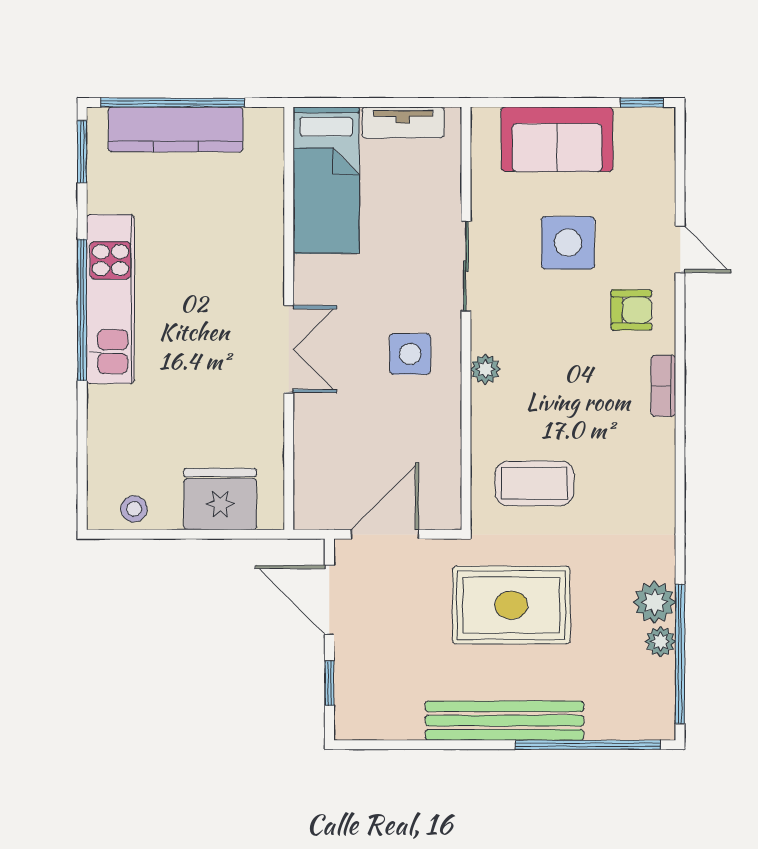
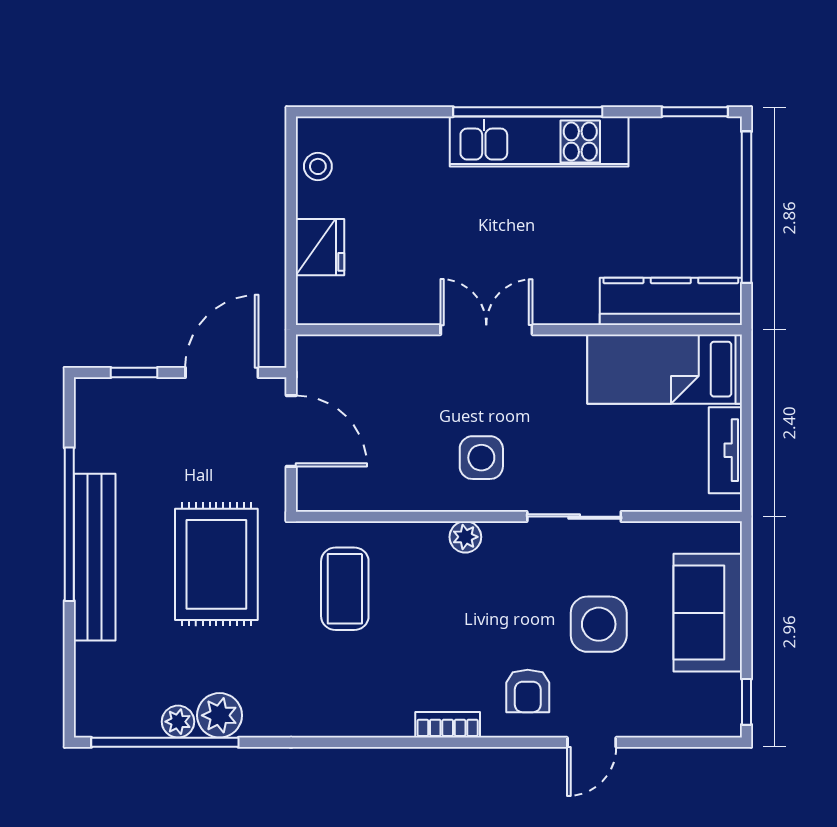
kitchen counter: (176, 129) -> (671, 301), moved, turned 90
double door: (289, 349) -> (486, 330), swing flipped
fridge: (220, 499) -> (320, 247), width x0.73, depth x0.75
window: (588, 745) -> (69, 524), moved

